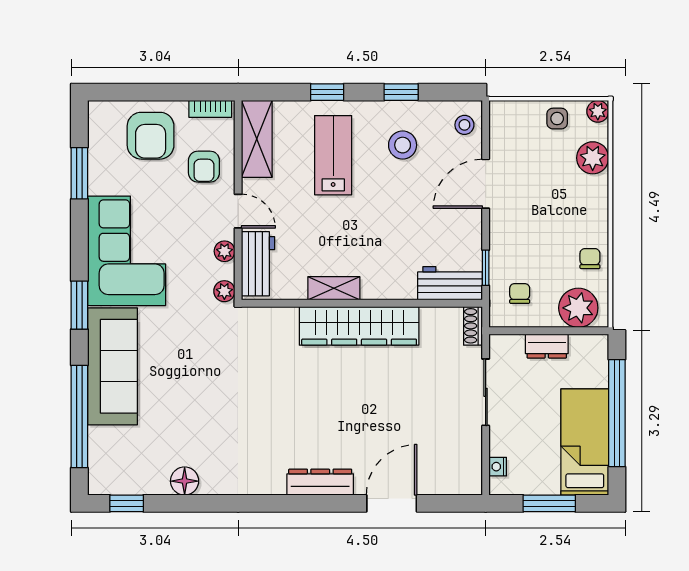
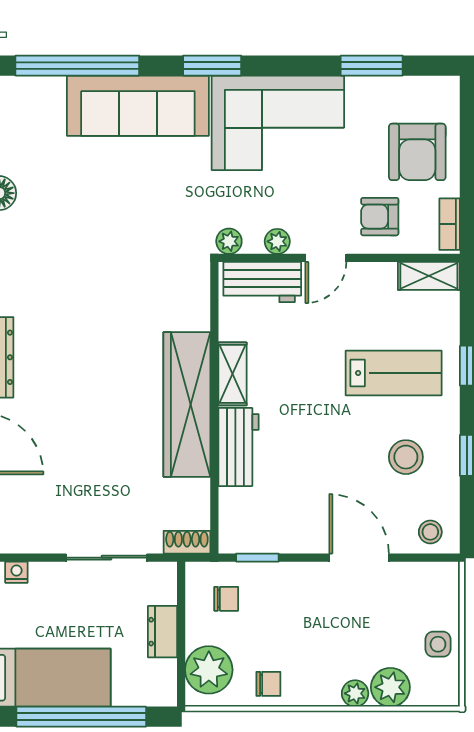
plant: (598, 111) -> (355, 693), moved
armchair: (151, 136) -> (417, 152), turned -90
shelving: (257, 139) -> (429, 276), width x0.67, depth x0.75
workbench: (450, 283) -> (239, 447), moved

